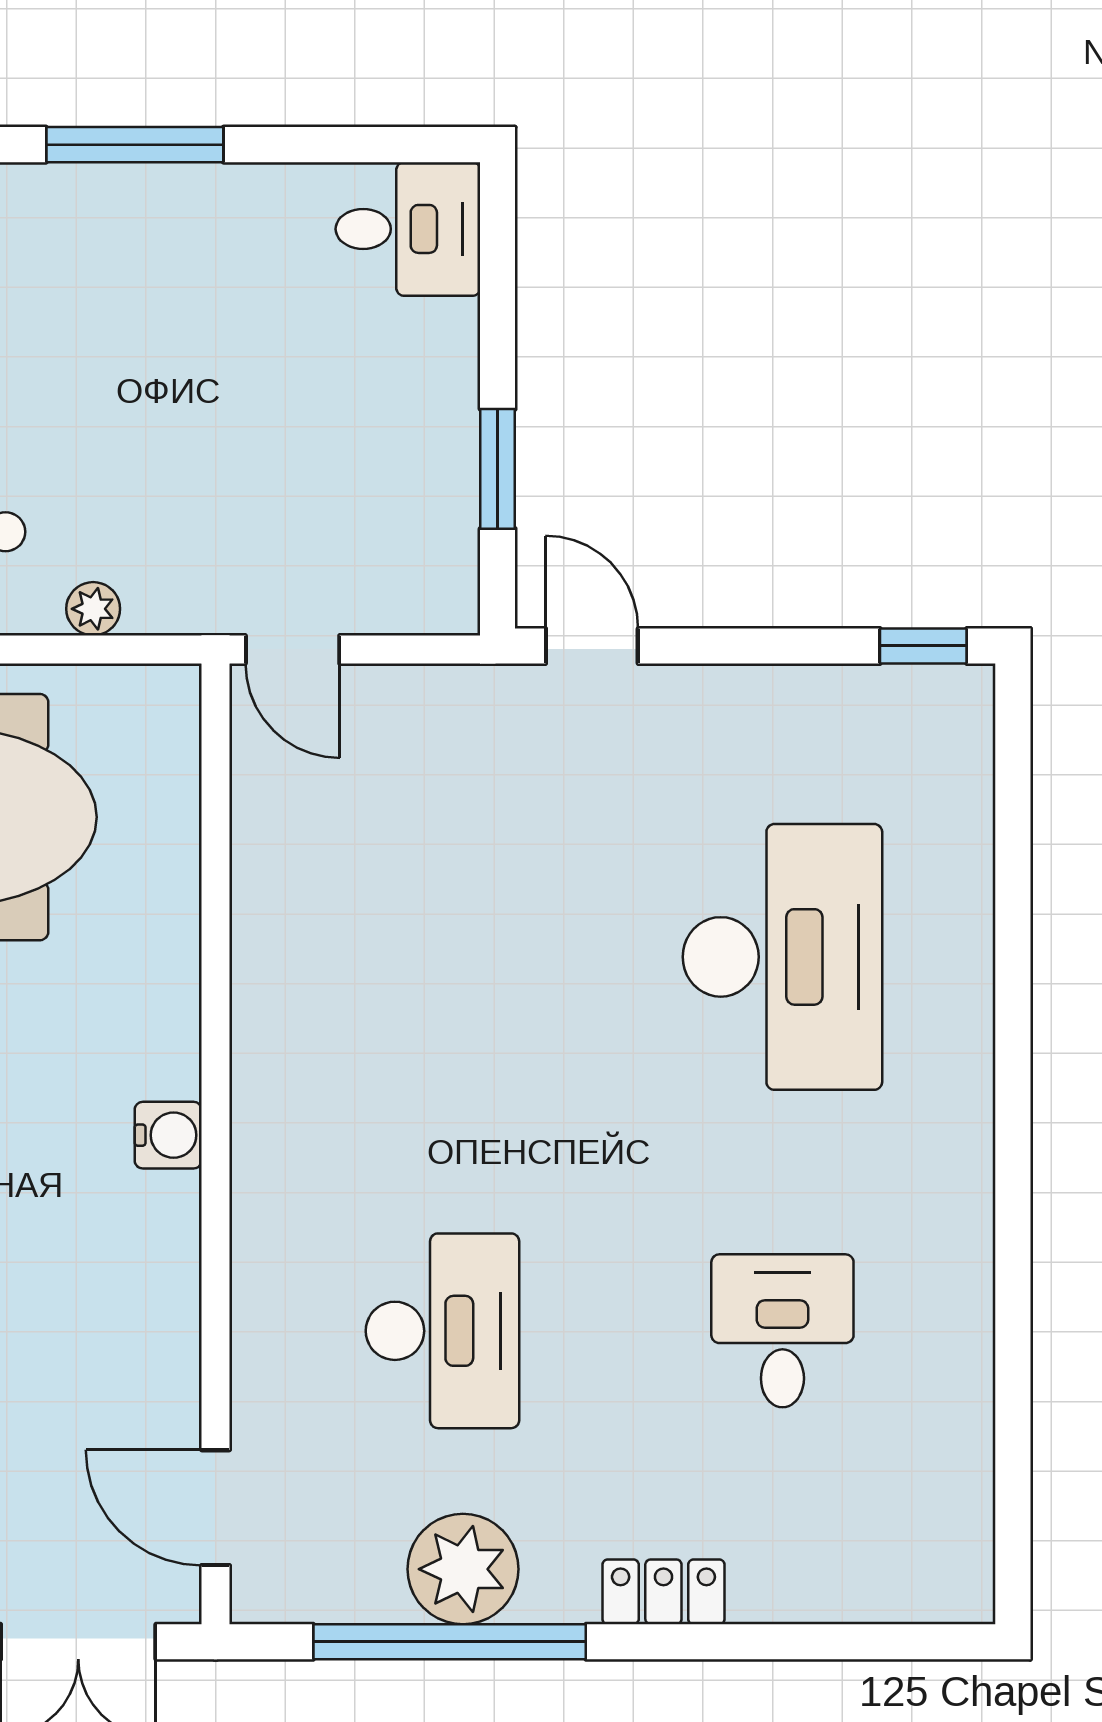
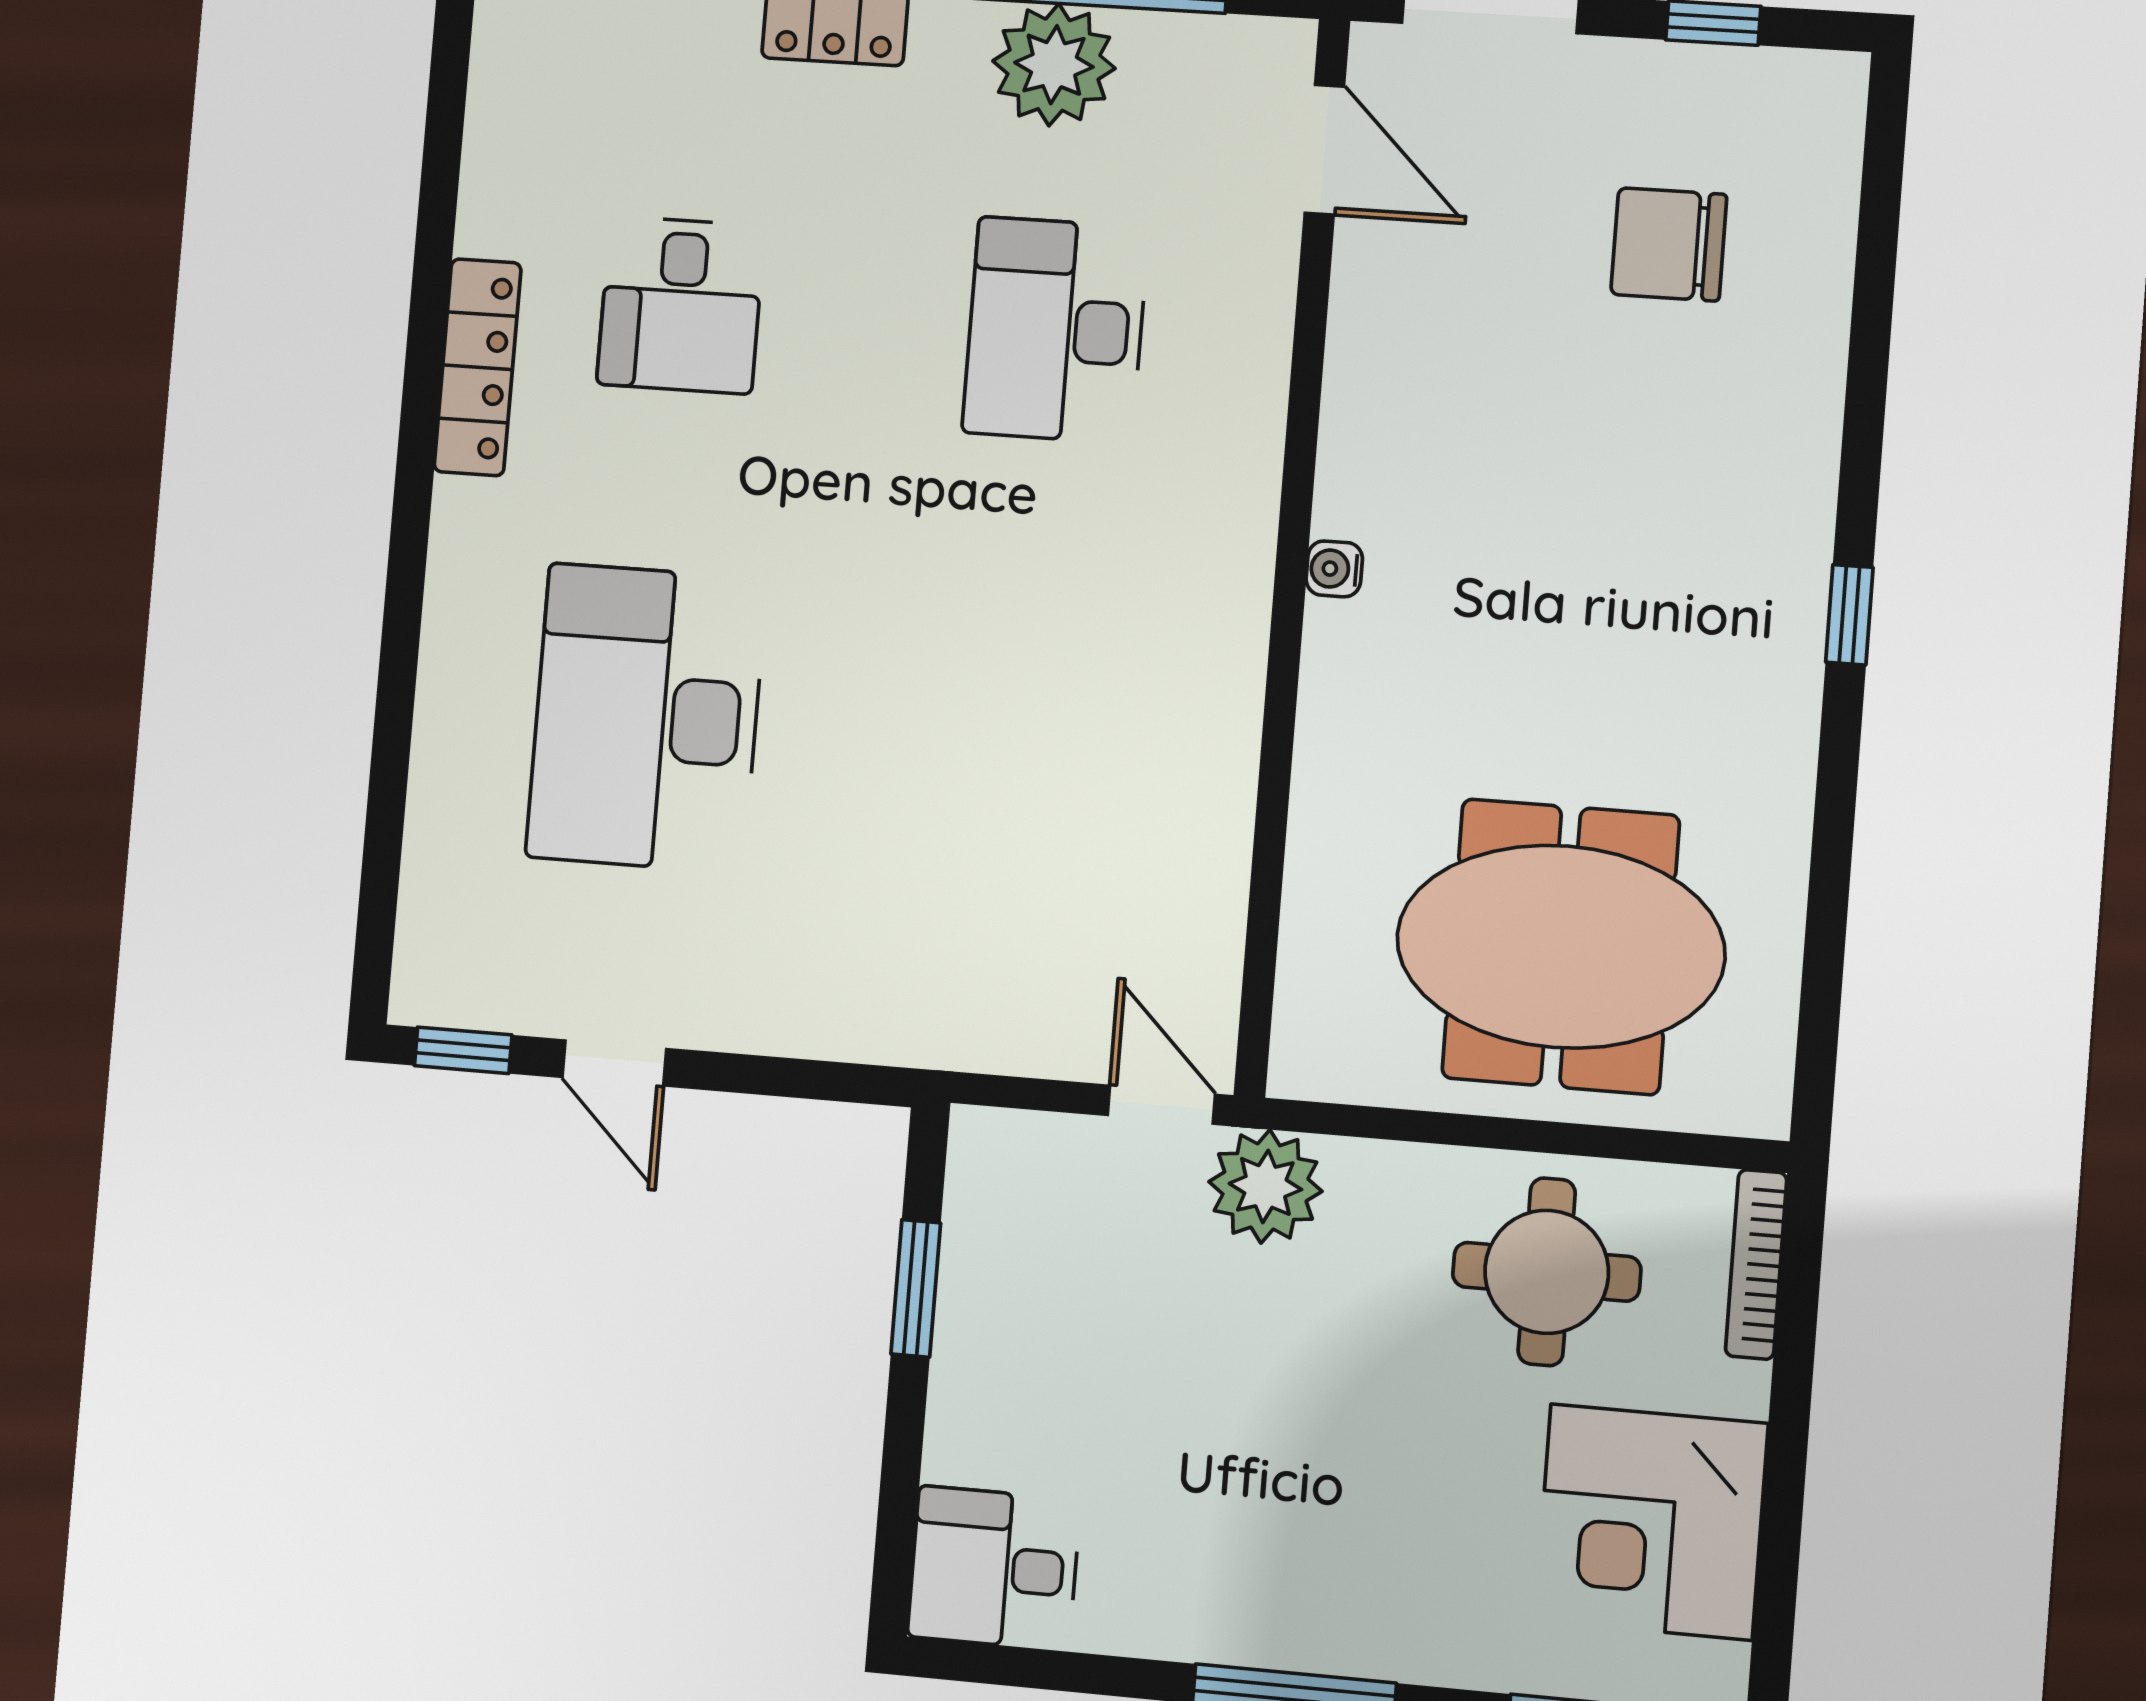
plant: (93, 609) -> (1265, 1186), moved, width x1.88, depth x1.88
door: (592, 646) -> (614, 1063), moved
water cooler: (168, 1135) -> (1334, 569), width x0.72, depth x0.72
locker: (963, 1262) -> (478, 367), added

